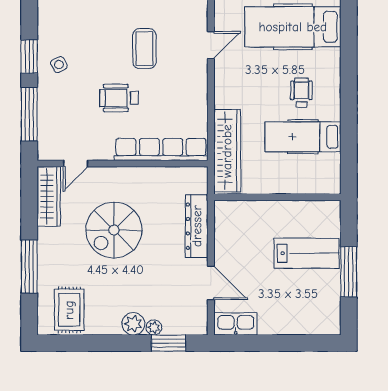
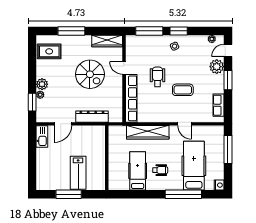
window: (349, 47) -> (183, 194), added
wardrobe: (227, 151) -> (148, 132), moved
door: (76, 163) -> (124, 68), moved
spiral stairs: (114, 230) -> (90, 74), turned 180

